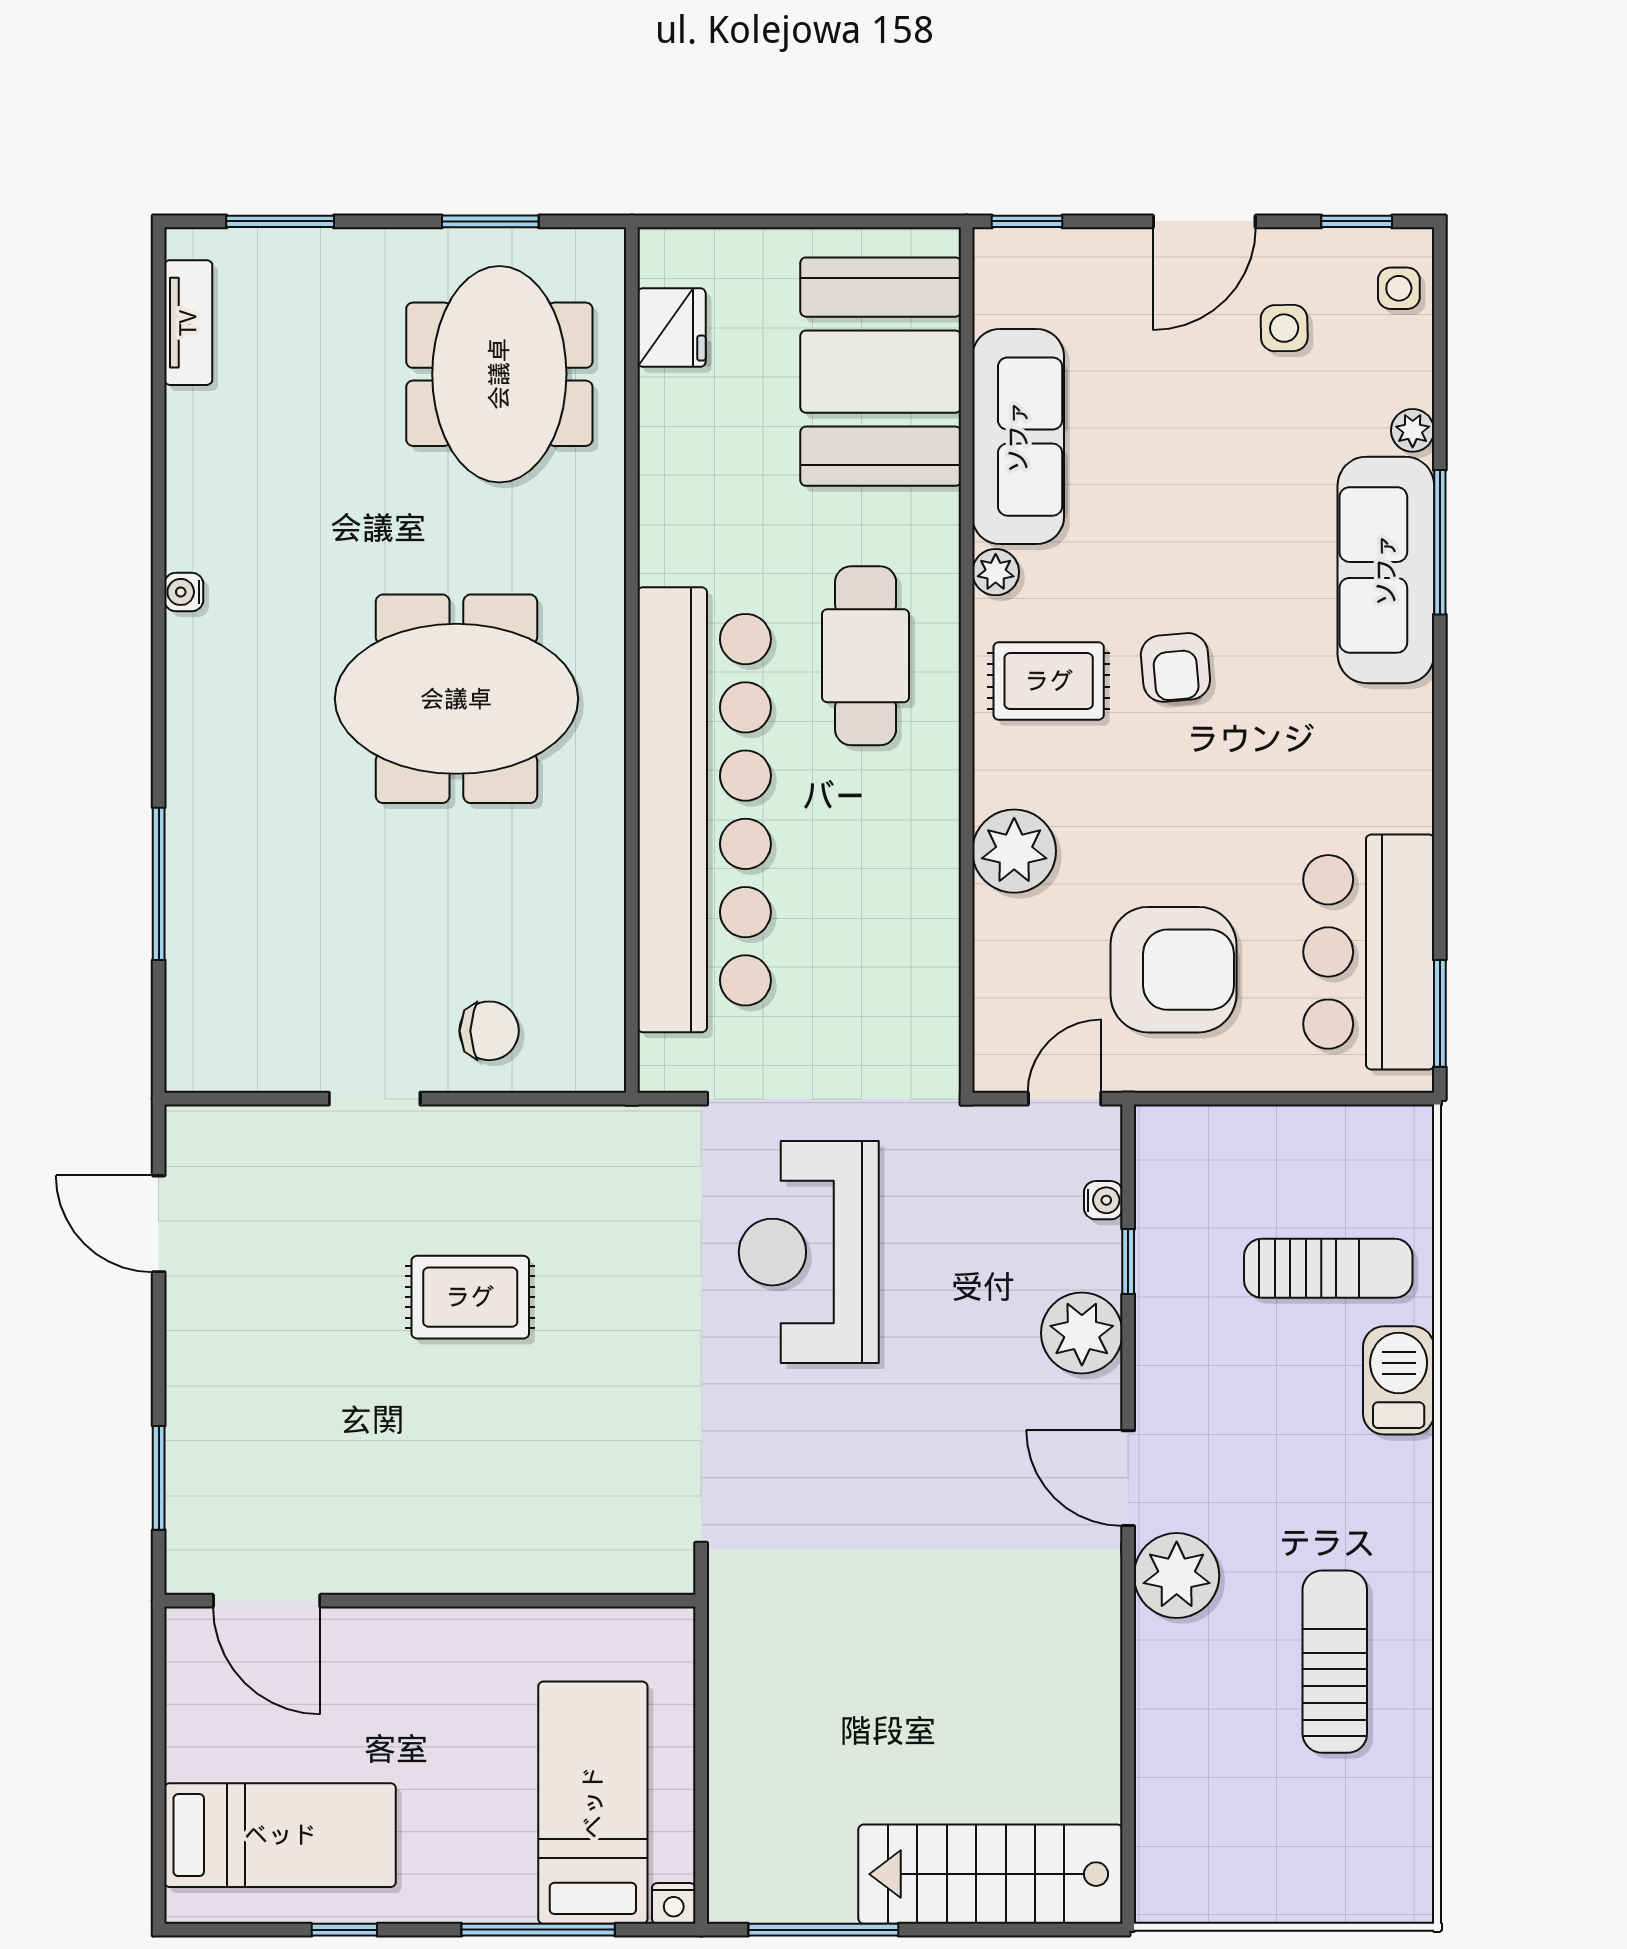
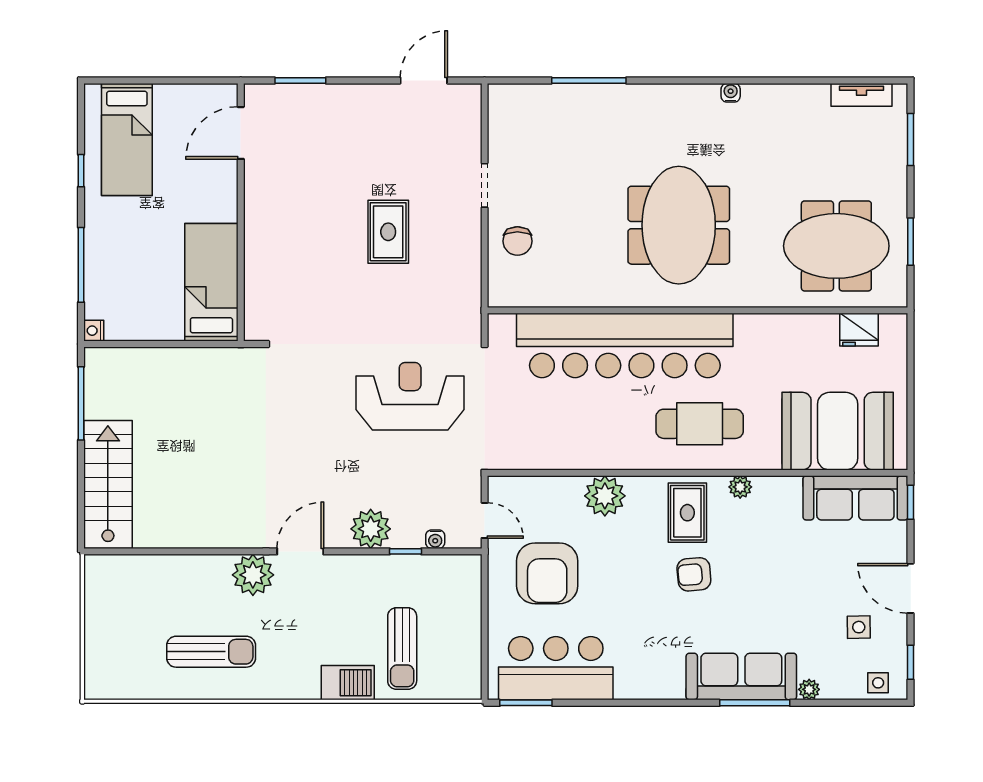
sofa: (1018, 437) -> (855, 498), moved
bed: (593, 1803) -> (211, 282), moved, turned -90

